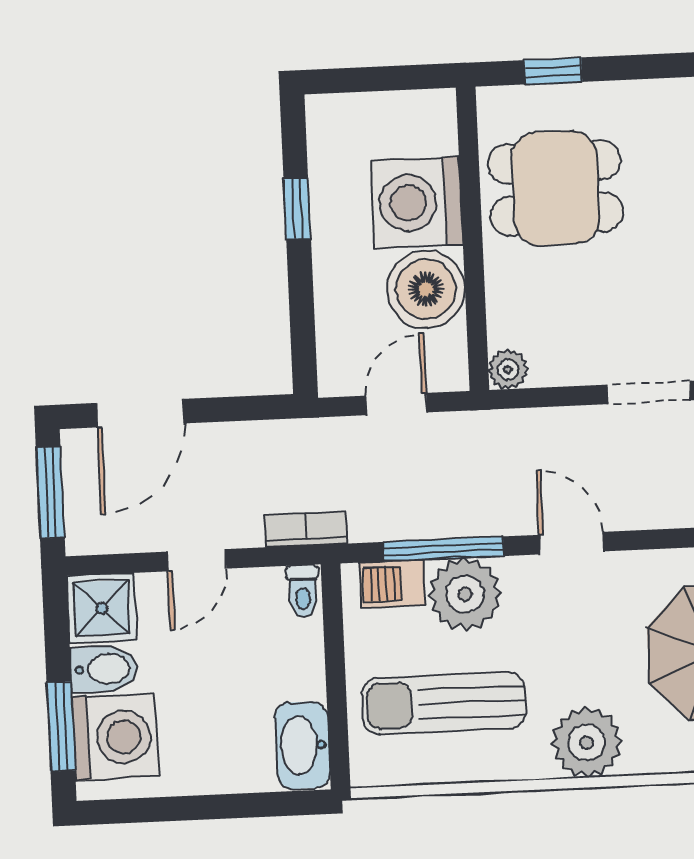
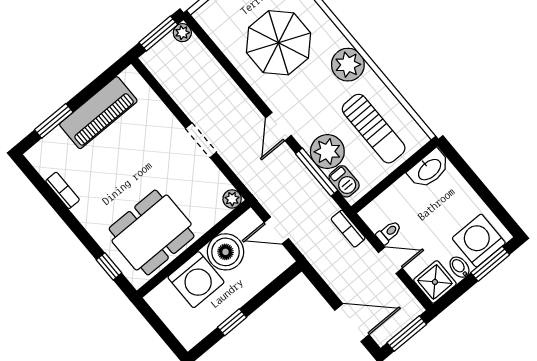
dining table: (555, 188) -> (152, 232), width x1.38
toilet: (303, 591) -> (389, 232), moved
bidet: (104, 669) -> (459, 267), width x0.72, depth x0.74

